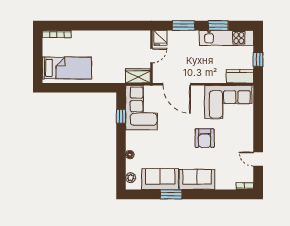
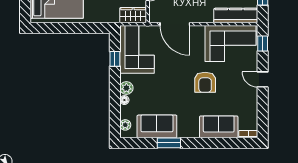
kitchen counter: (240, 76) -> (236, 16), width x1.50
window: (258, 102) -> (263, 43), added
plant: (132, 143) -> (126, 88), added
door: (258, 159) -> (263, 80), moved
sofa: (197, 179) -> (219, 127), moved

